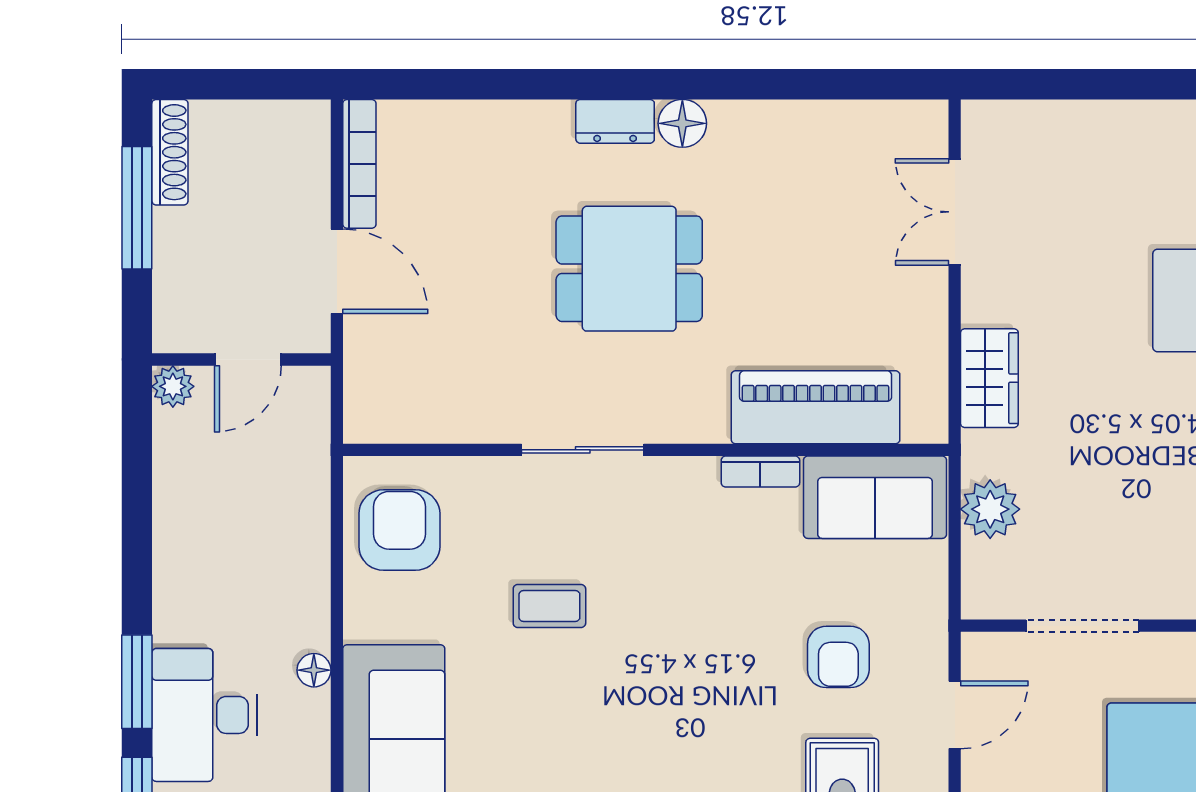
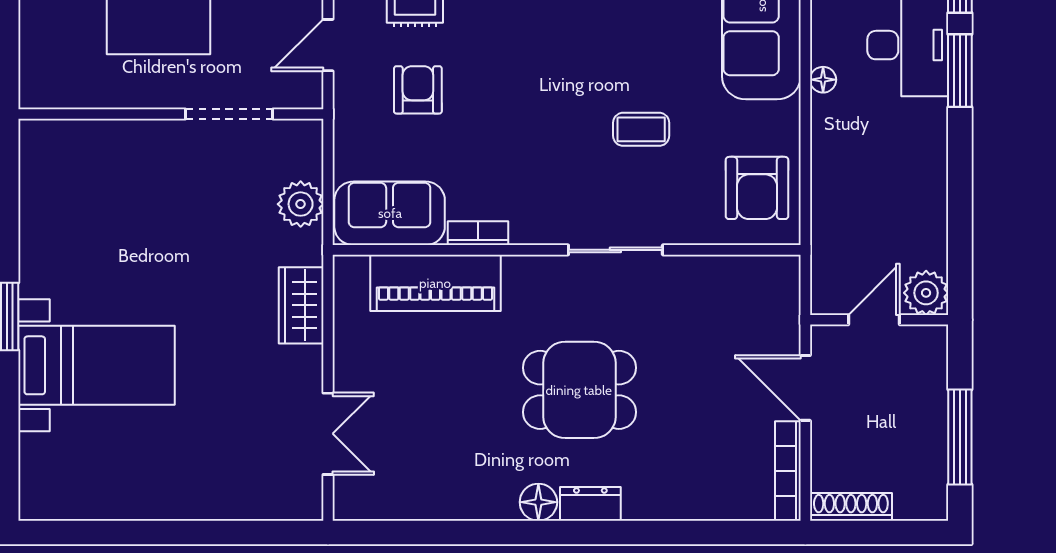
shoe rack: (170, 152) -> (851, 507), moved, turned 90
plant: (173, 386) -> (926, 293), width x1.38, depth x1.38

